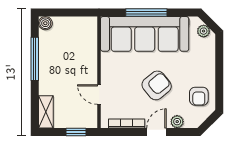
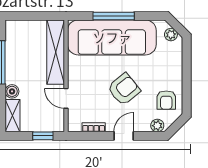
boiler: (45, 23) -> (12, 91), moved
shelving: (89, 49) -> (56, 52), added
plant: (177, 122) -> (157, 126), moved
bookcase: (127, 123) -> (94, 127), width x0.64

